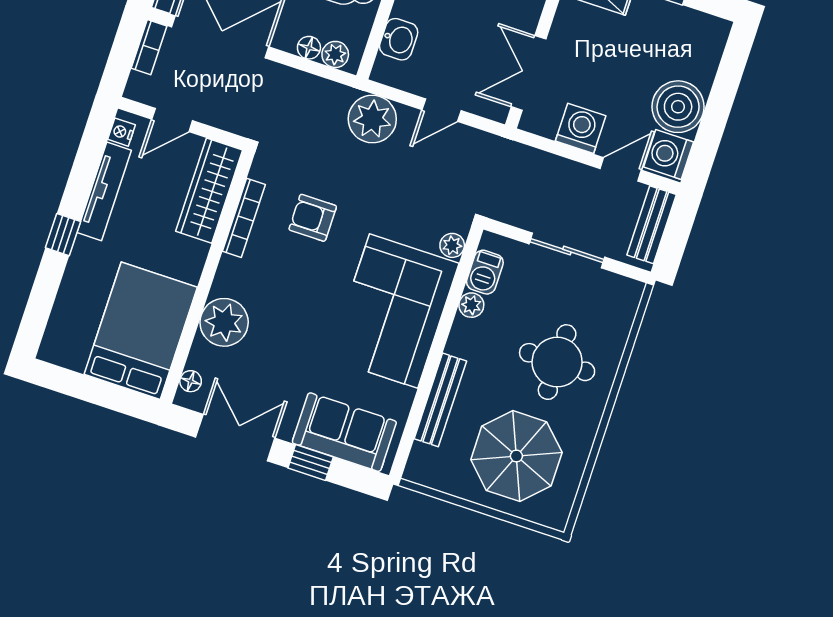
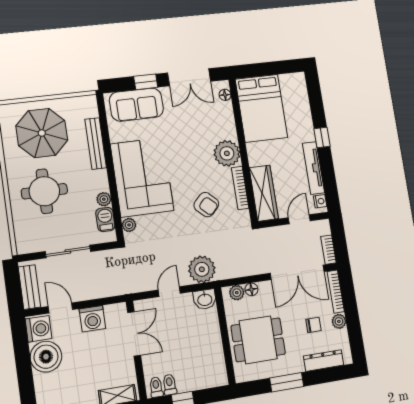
washbasin: (399, 39) -> (205, 299), moved, turned -90
door: (621, 169) -> (60, 308), swing flipped
armchair: (313, 218) -> (206, 205), turned 44
plant: (224, 322) -> (227, 153), moved

